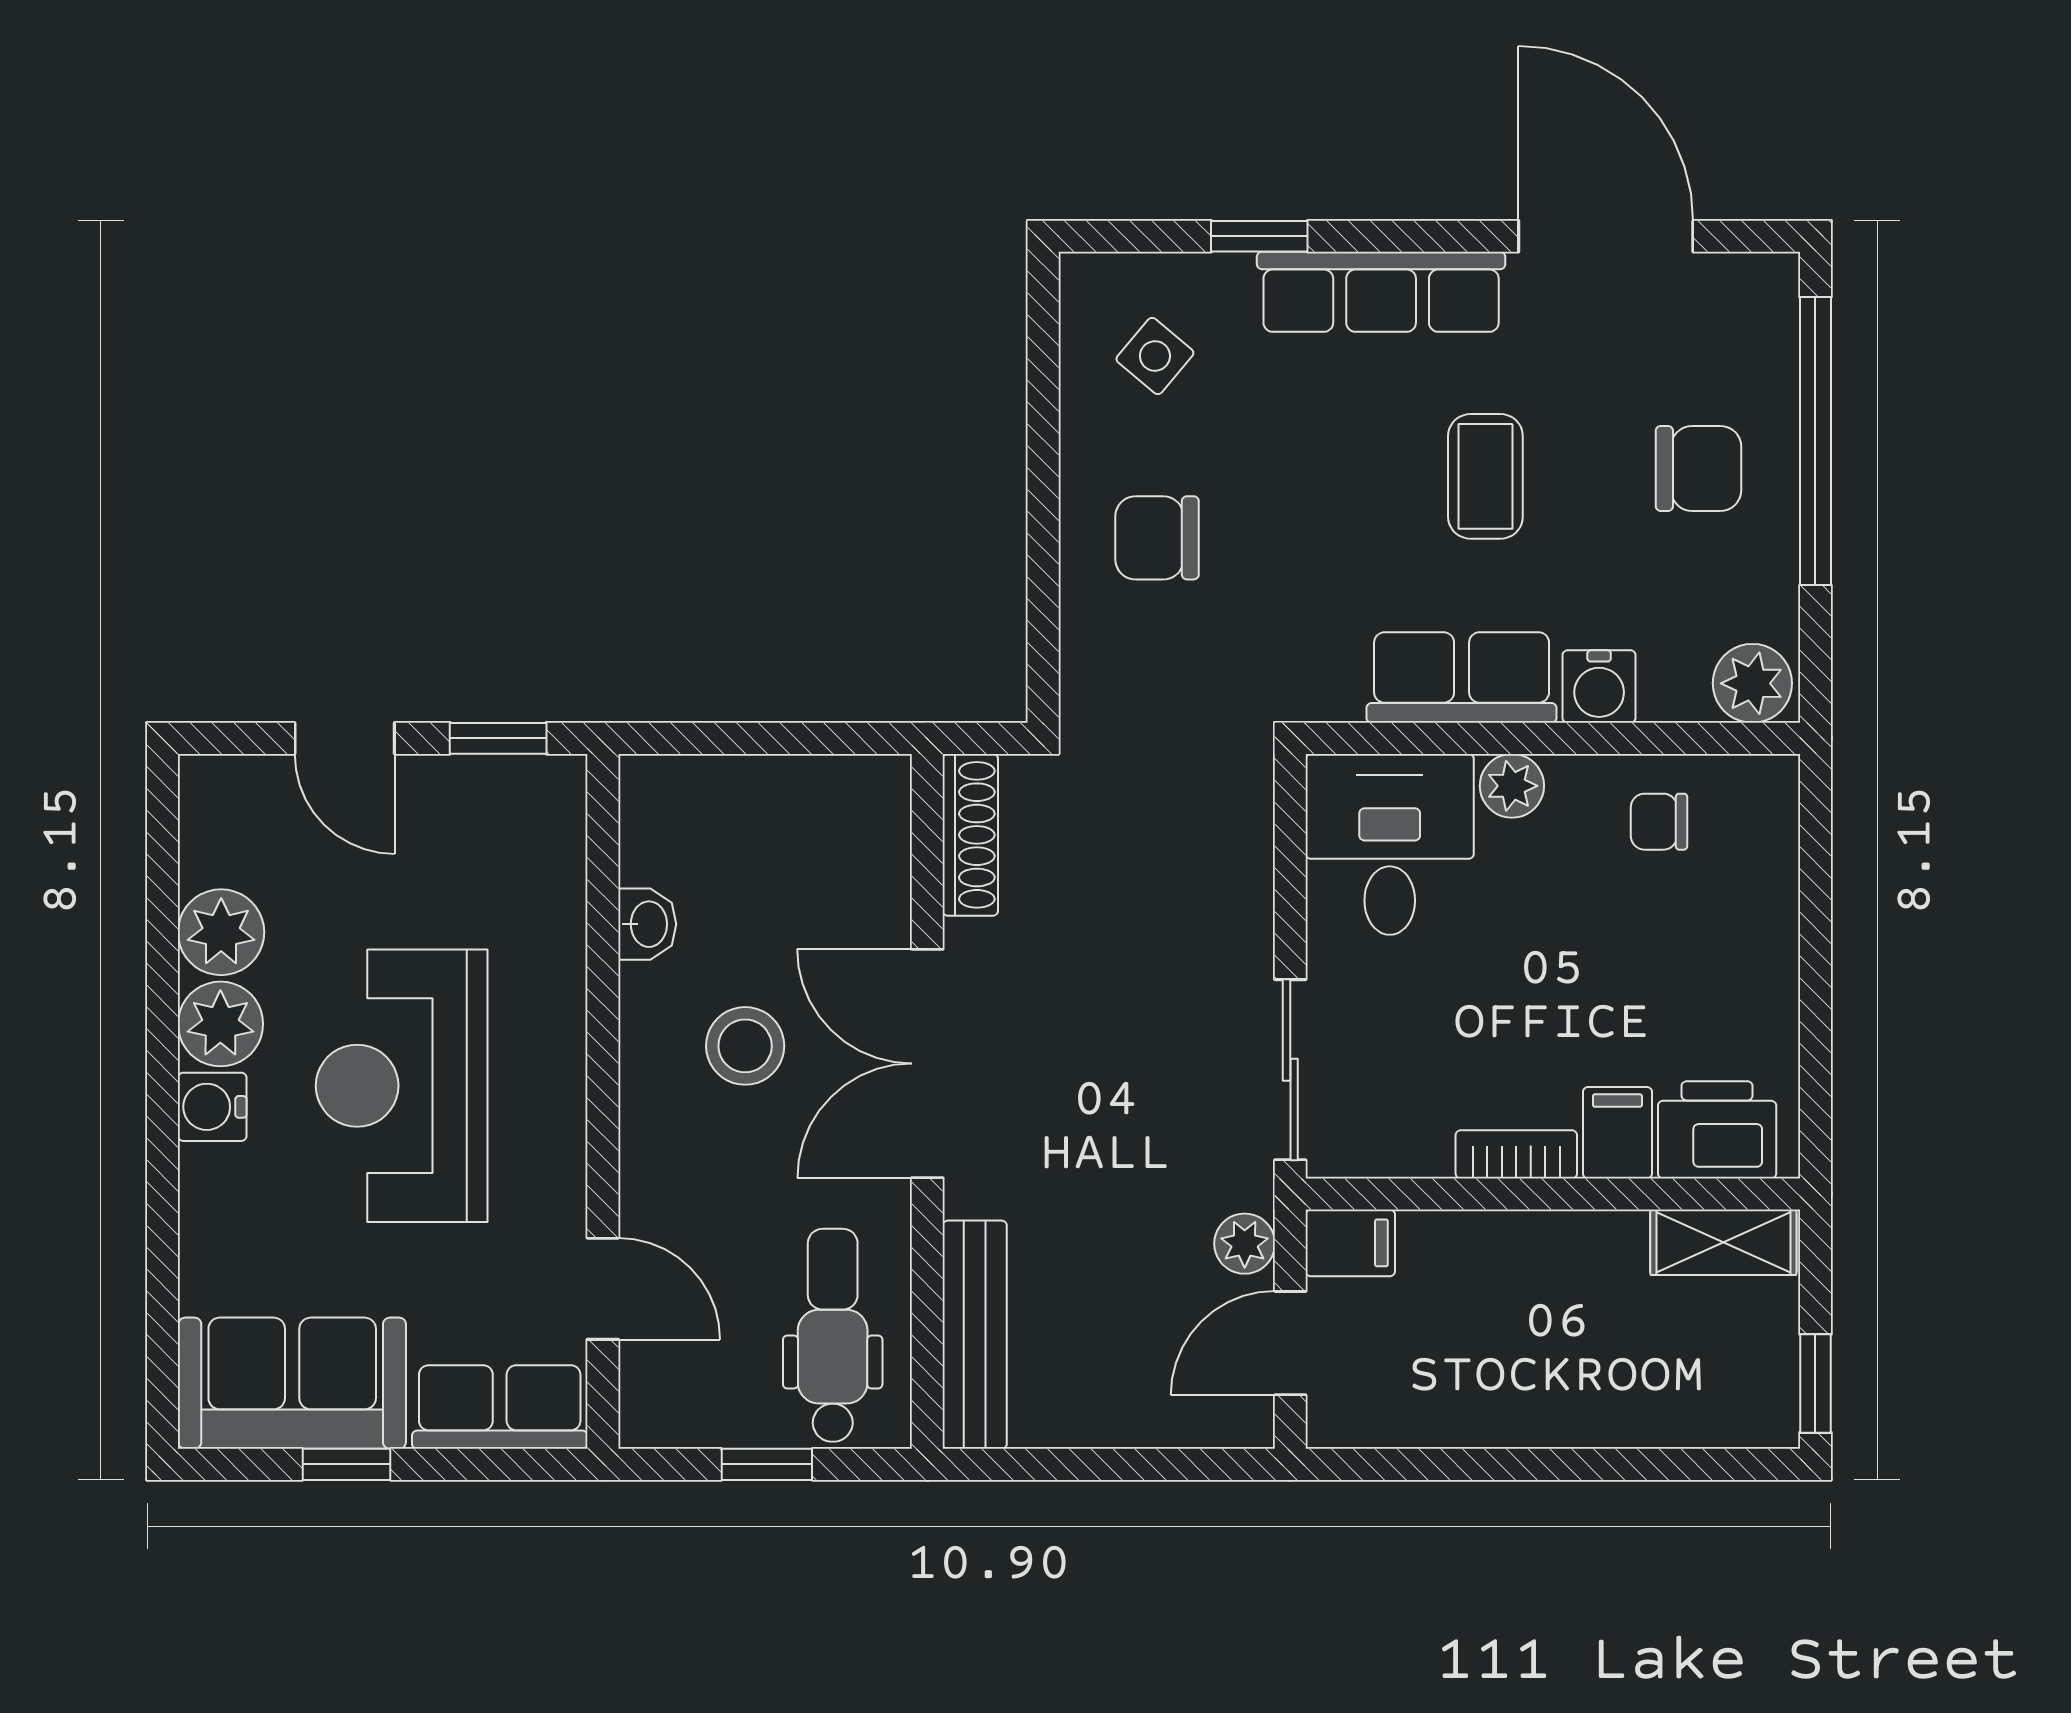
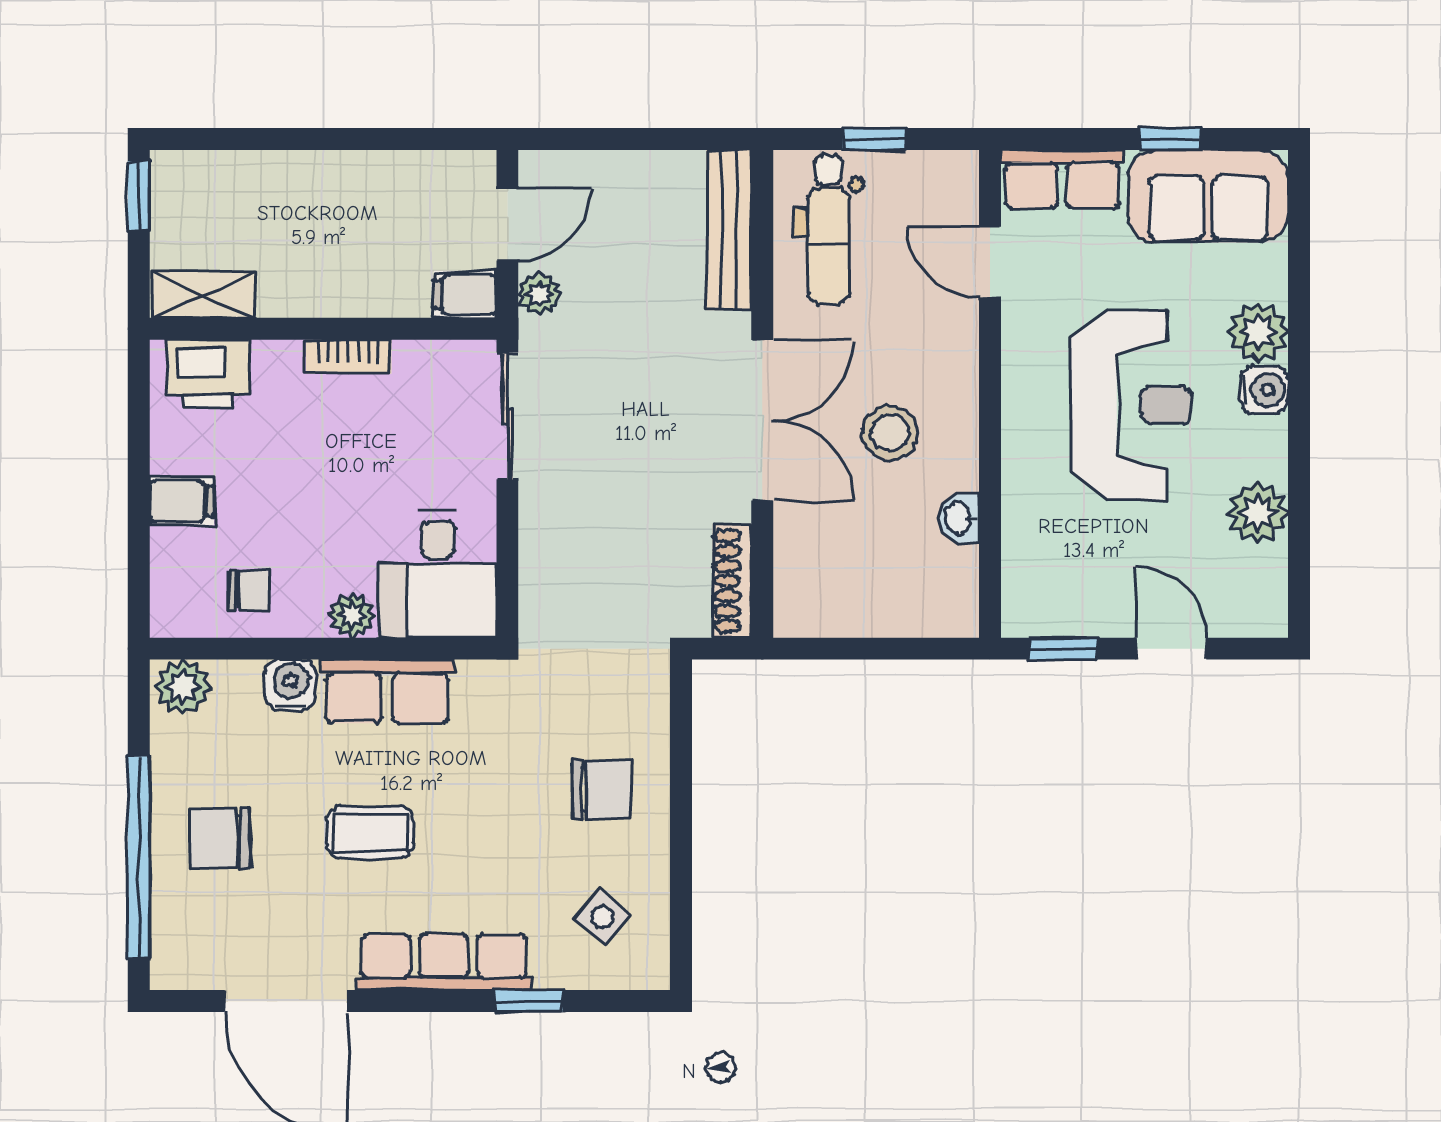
coffee table: (1485, 476) -> (370, 833), turned 90
plant: (220, 1024) -> (1258, 332), moved
filing cabinet: (1617, 1133) -> (182, 501), moved, turned -90

